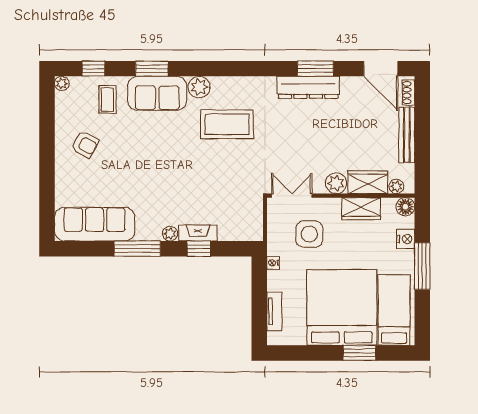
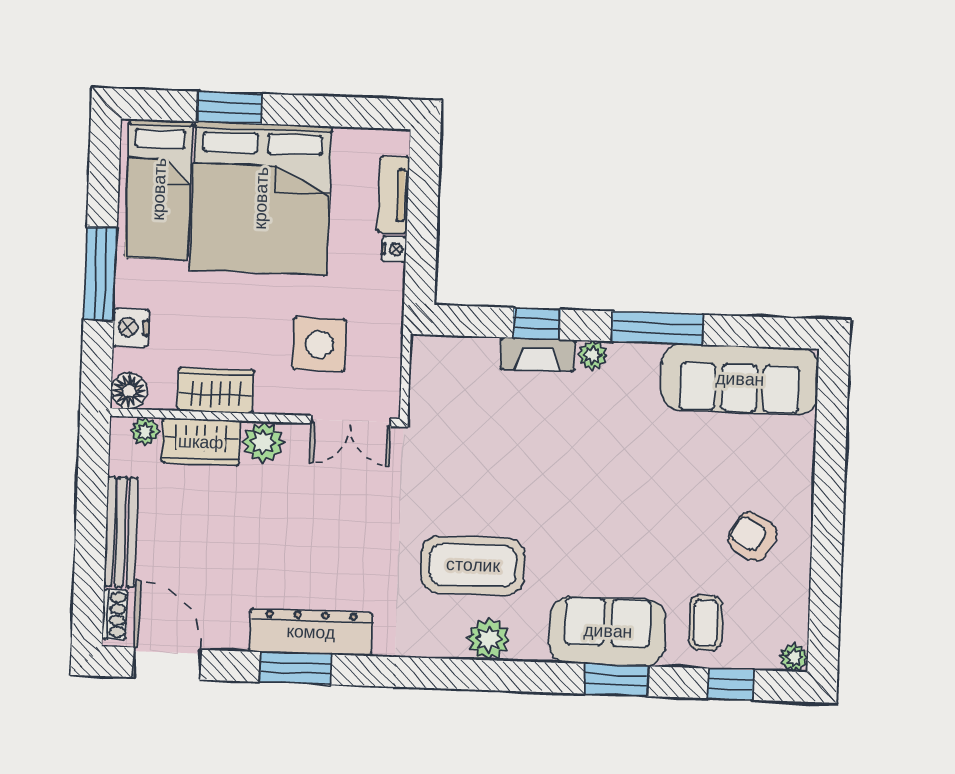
plant: (199, 87) -> (489, 639), moved
nightstand: (273, 263) -> (394, 249), moved

